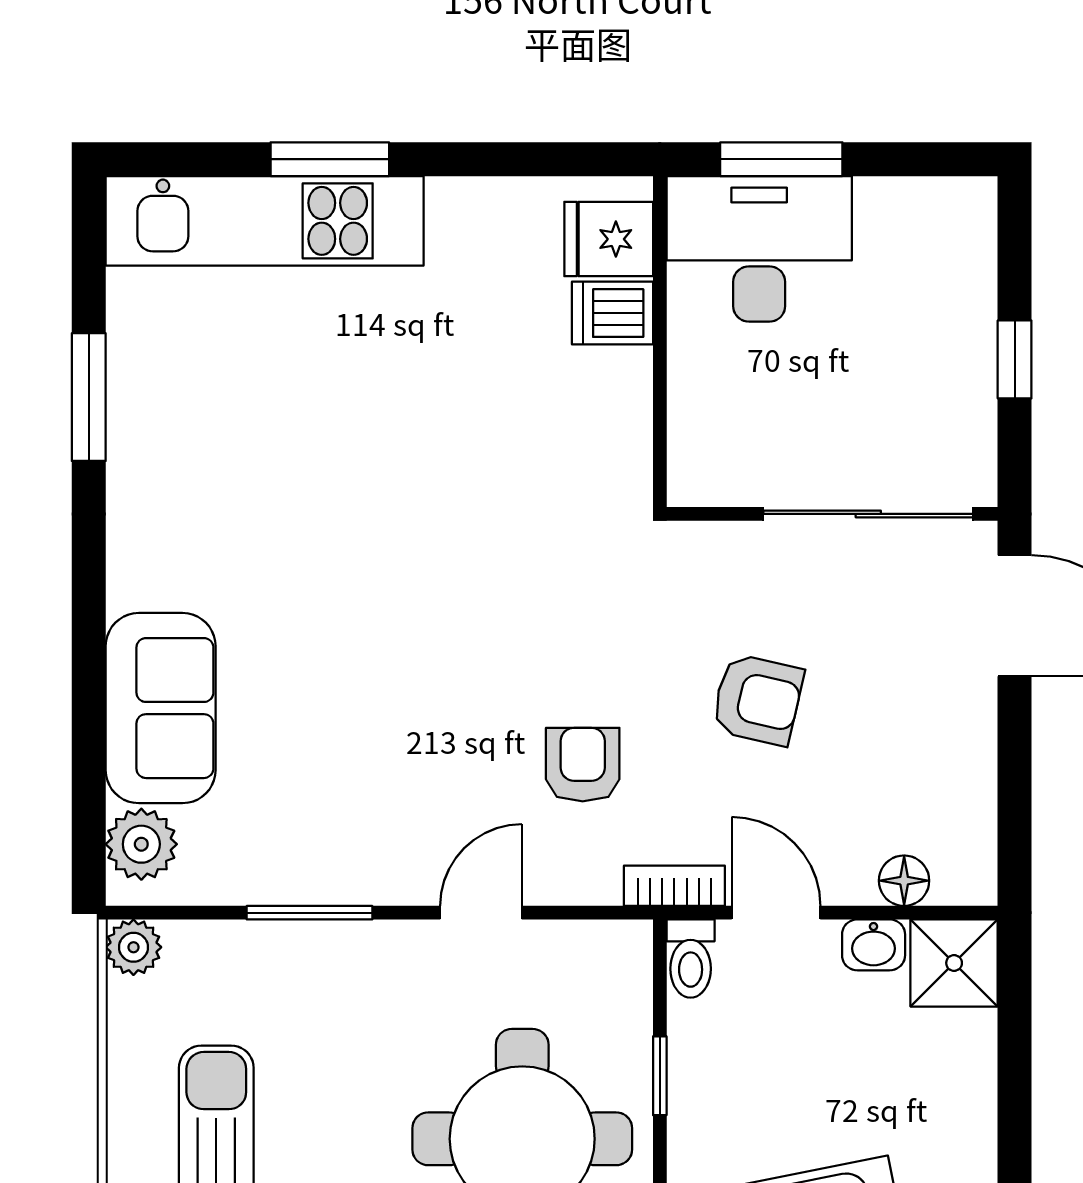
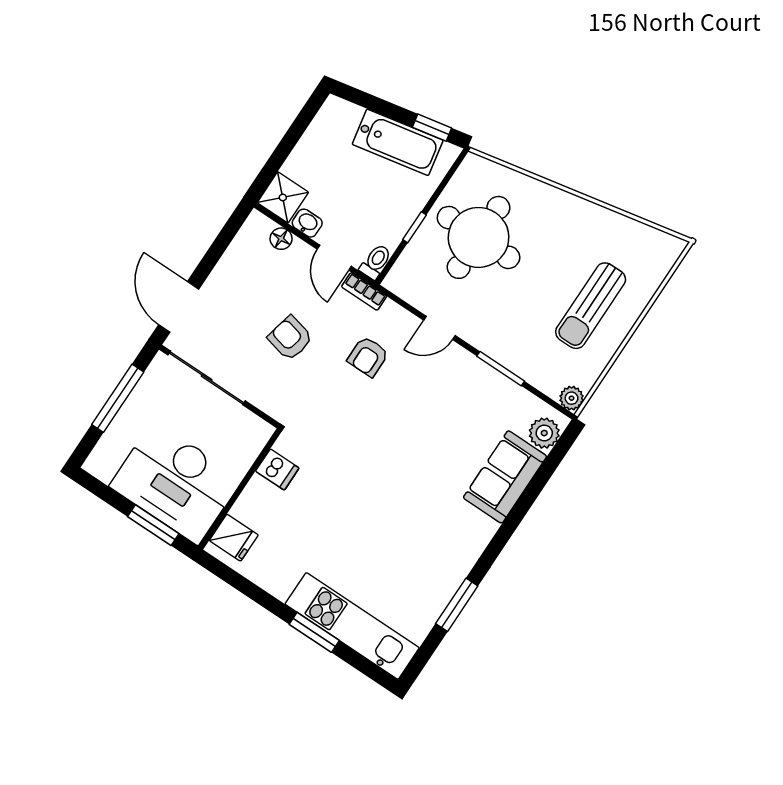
desk: (759, 249) -> (176, 483), width x1.36, depth x1.30
dishwasher: (612, 313) -> (277, 470), moved
window: (1015, 359) -> (118, 398), width x2.17

